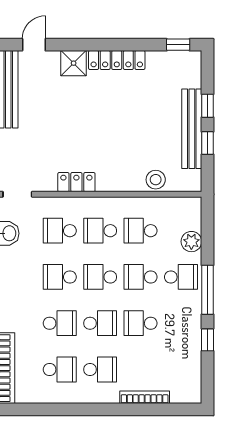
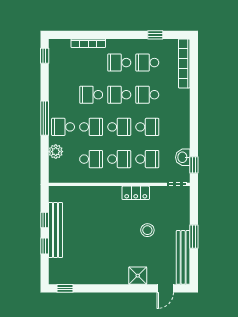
locker: (117, 60) -> (108, 278), removed
stool: (156, 180) -> (147, 230), moved
school desk: (141, 323) -> (91, 95), turned 180
window: (207, 340) -> (45, 56), moved
window: (48, 409) -> (155, 35), added

